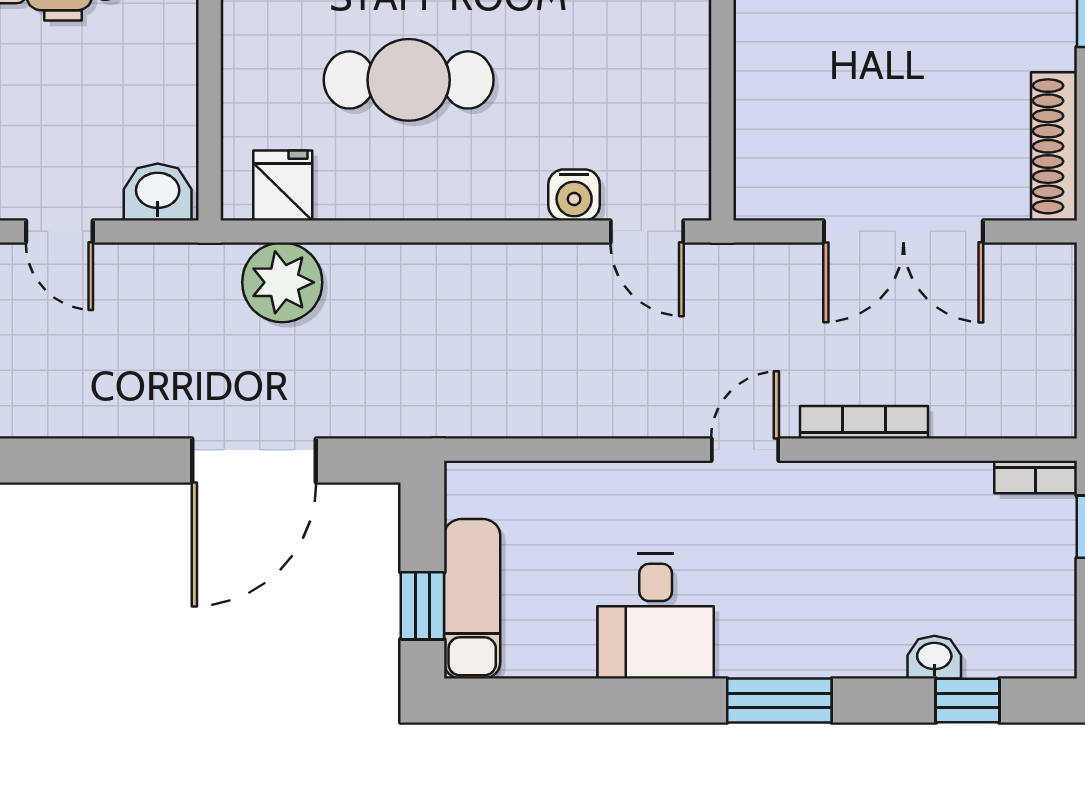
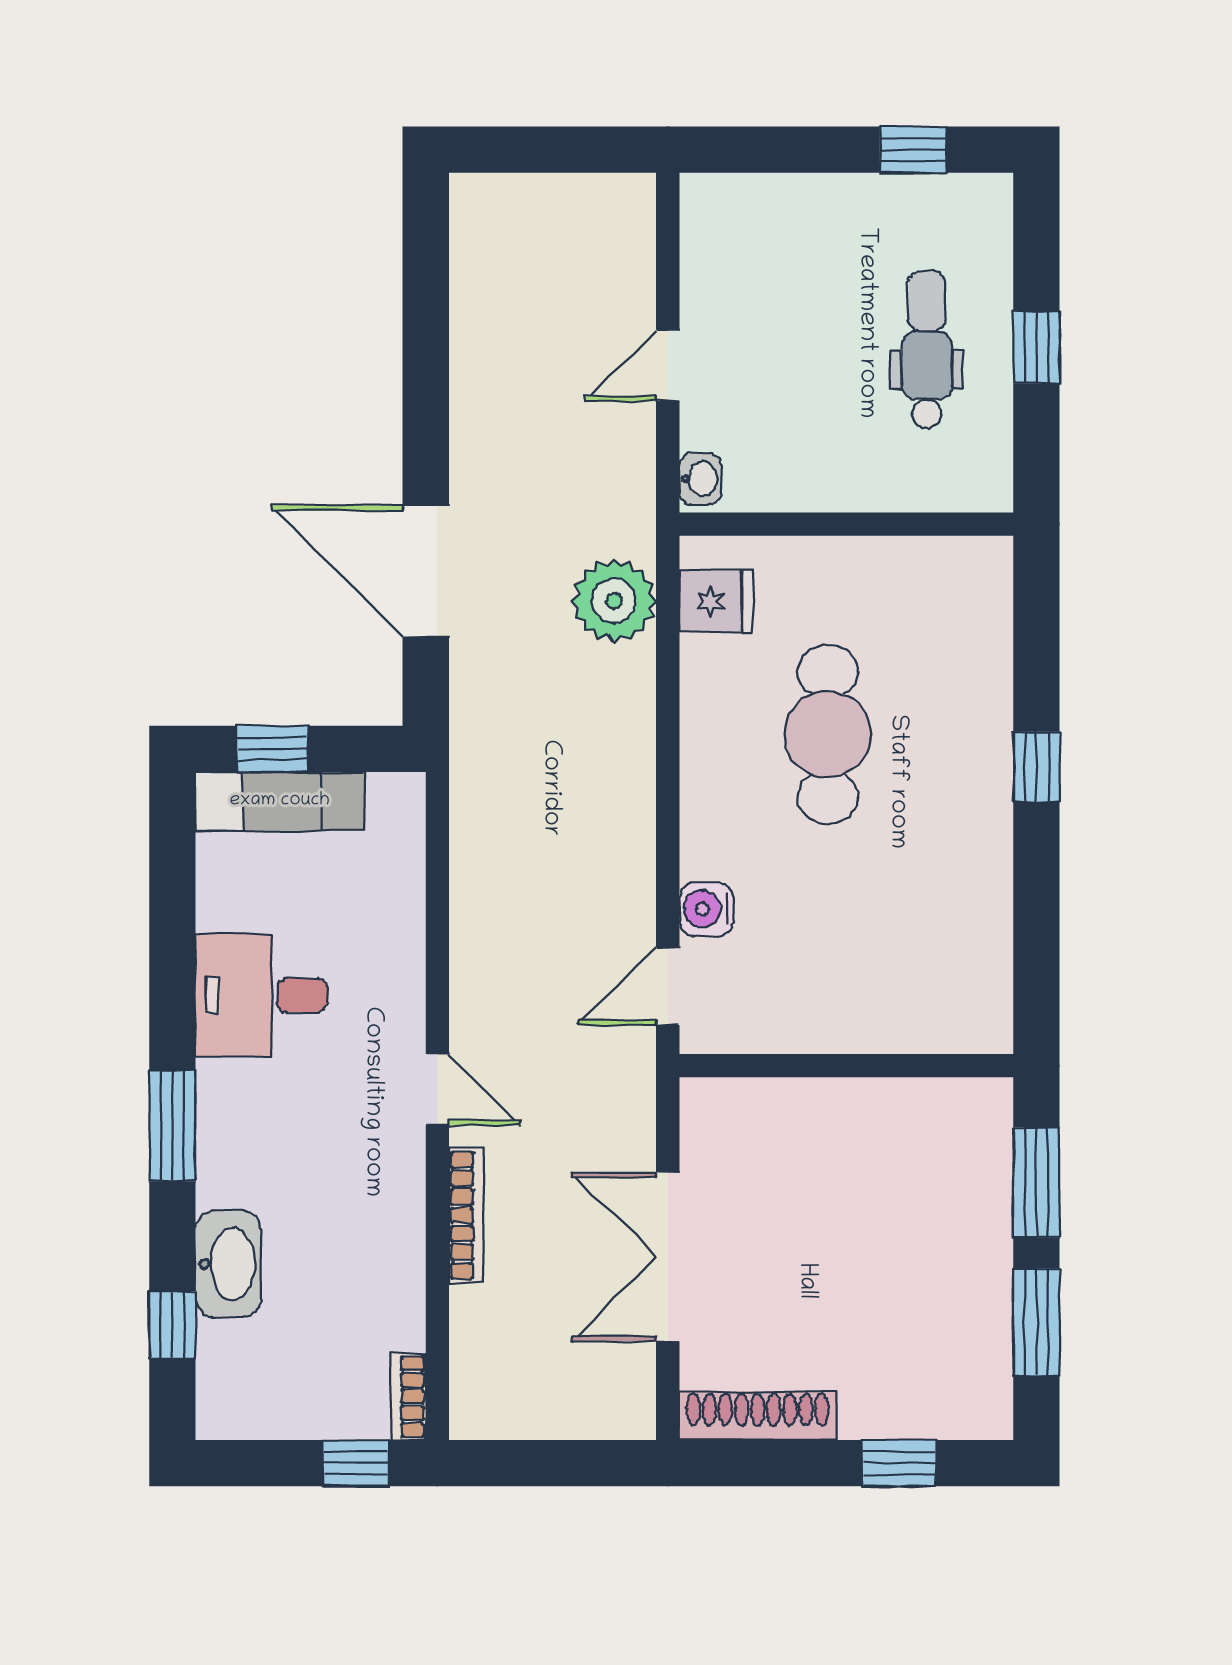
washbasin: (158, 192) -> (700, 479), width x0.72, depth x0.69
washbasin: (934, 657) -> (228, 1264), width x1.91, depth x1.45

